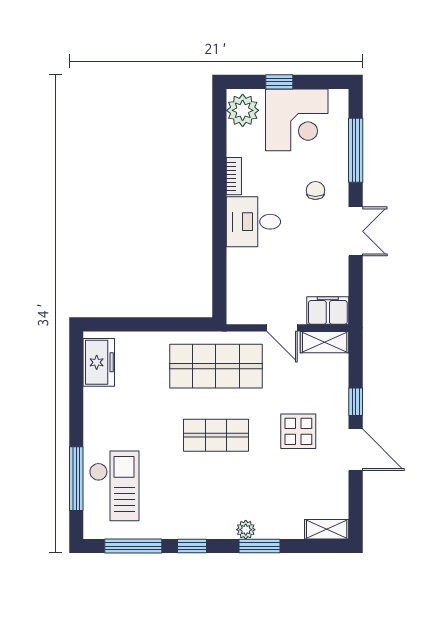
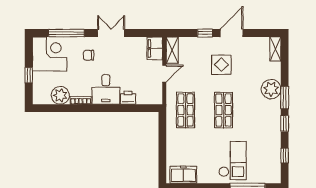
plant: (243, 110) -> (60, 95), moved
corner desk: (297, 120) -> (50, 54), moved
printer: (238, 262) -> (128, 98), added
shop shelf: (216, 366) -> (185, 110), width x0.70, depth x0.74
checkout: (114, 486) -> (233, 161), moved, turned 90
plant: (246, 530) -> (271, 89), width x1.88, depth x1.88
window: (133, 546) -> (285, 156), width x0.46
window: (260, 546) -> (285, 98), moved

